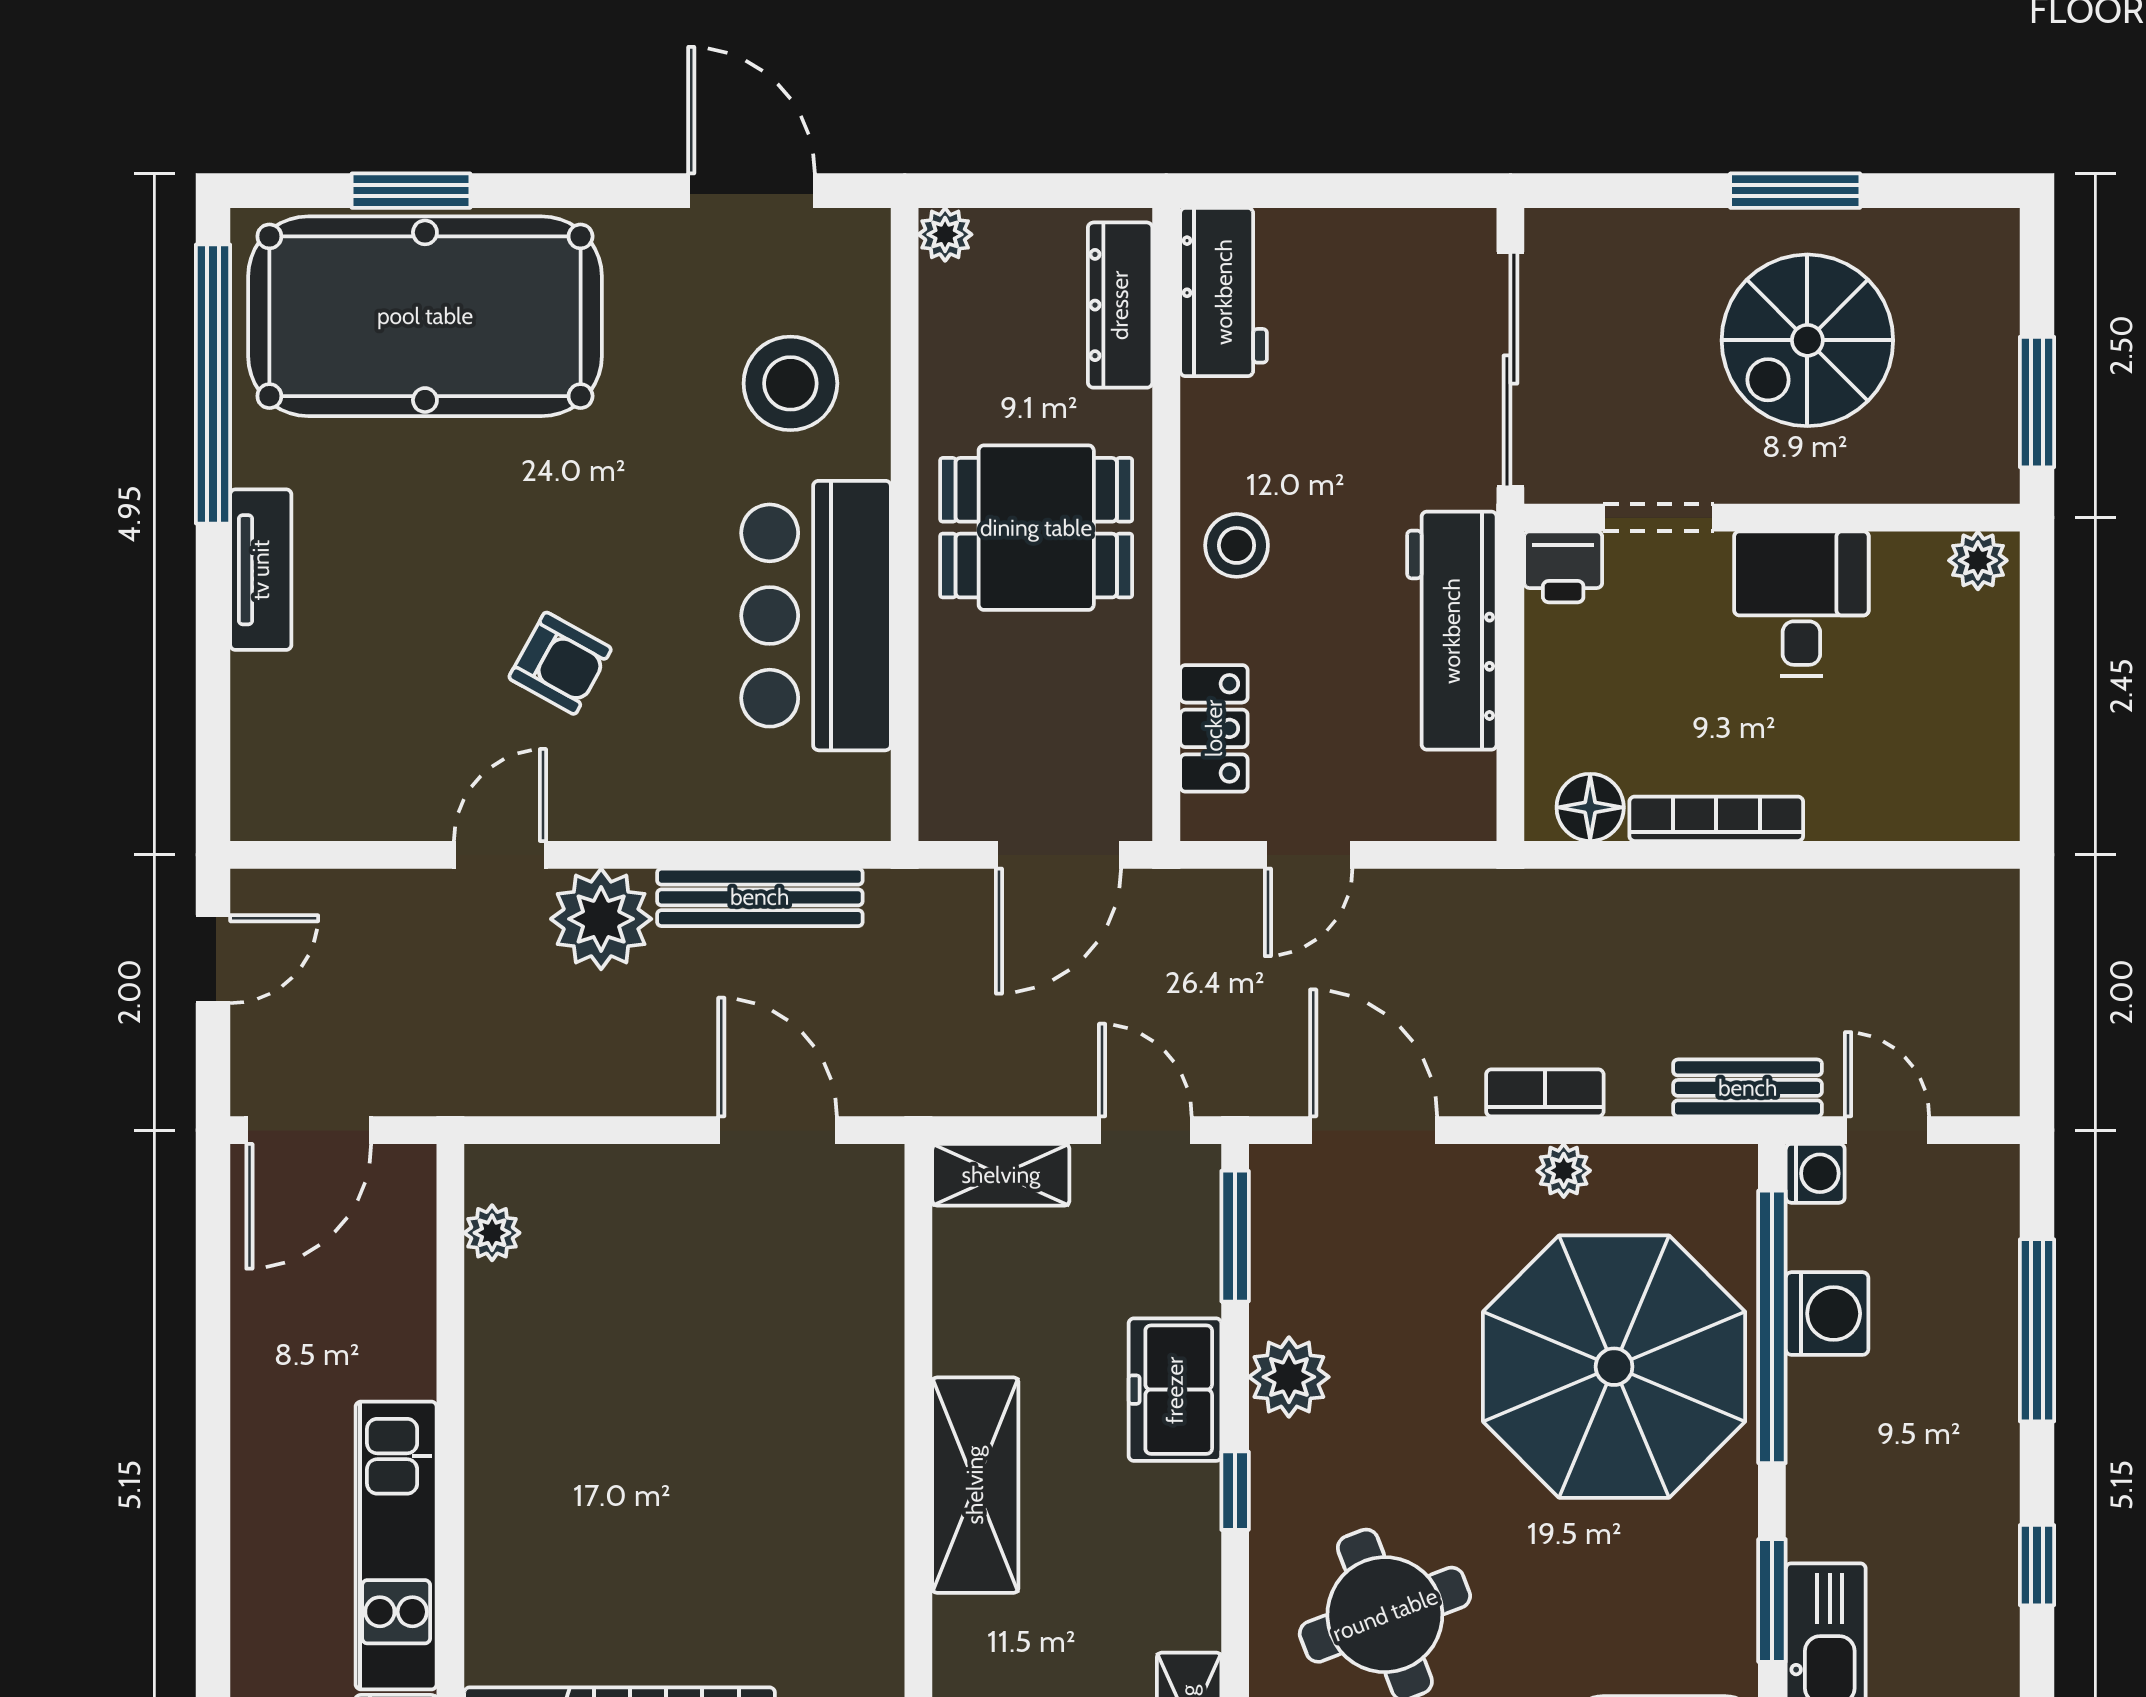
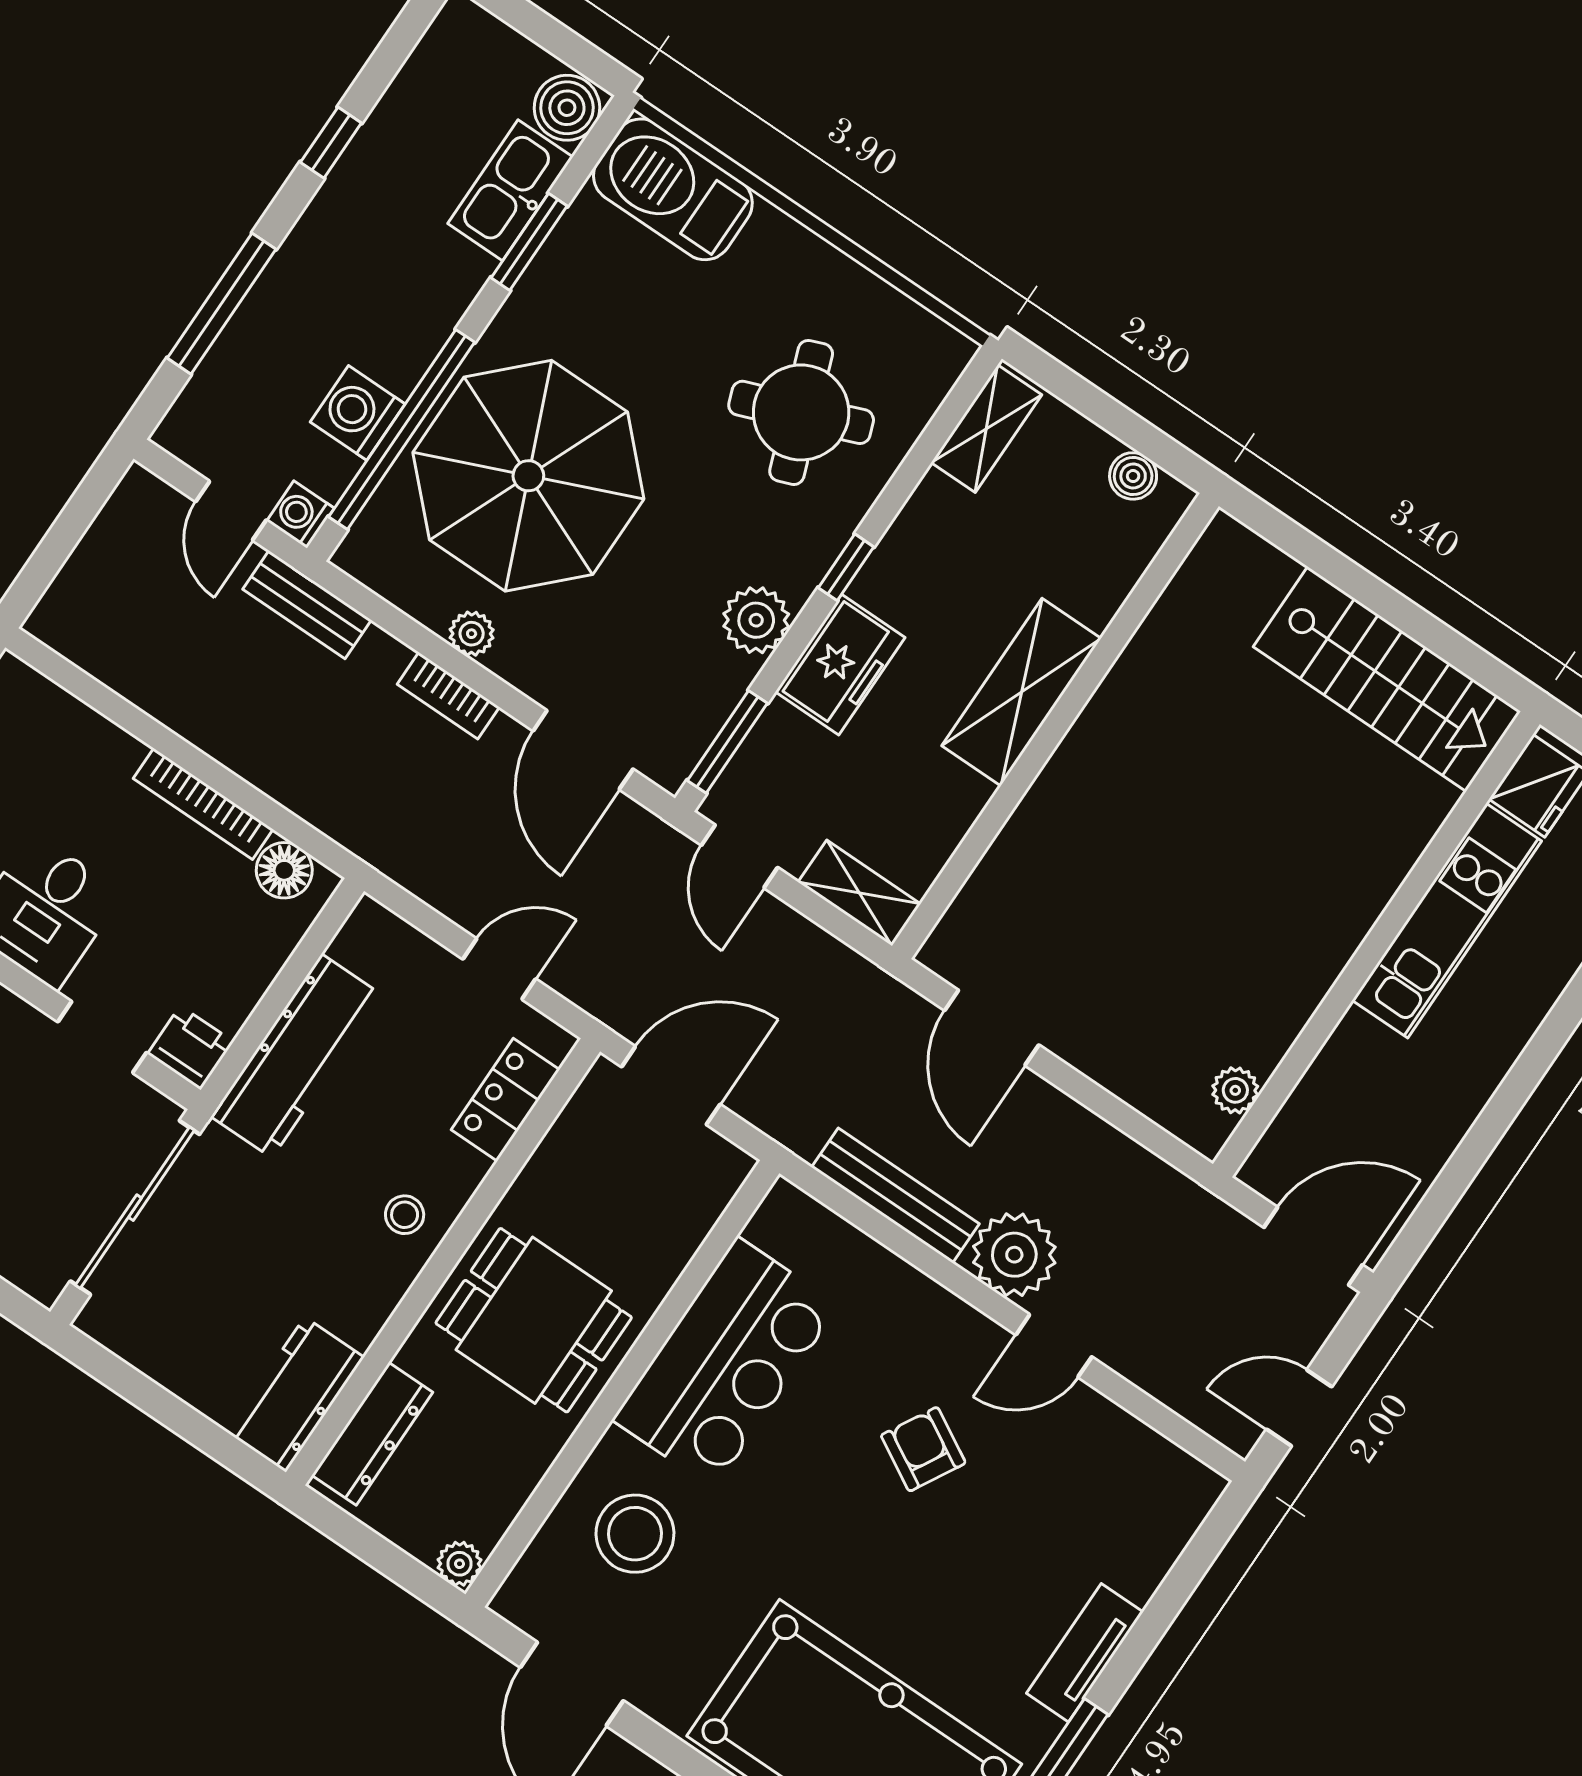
stool: (1237, 545) -> (405, 1215), width x0.73, depth x0.73

